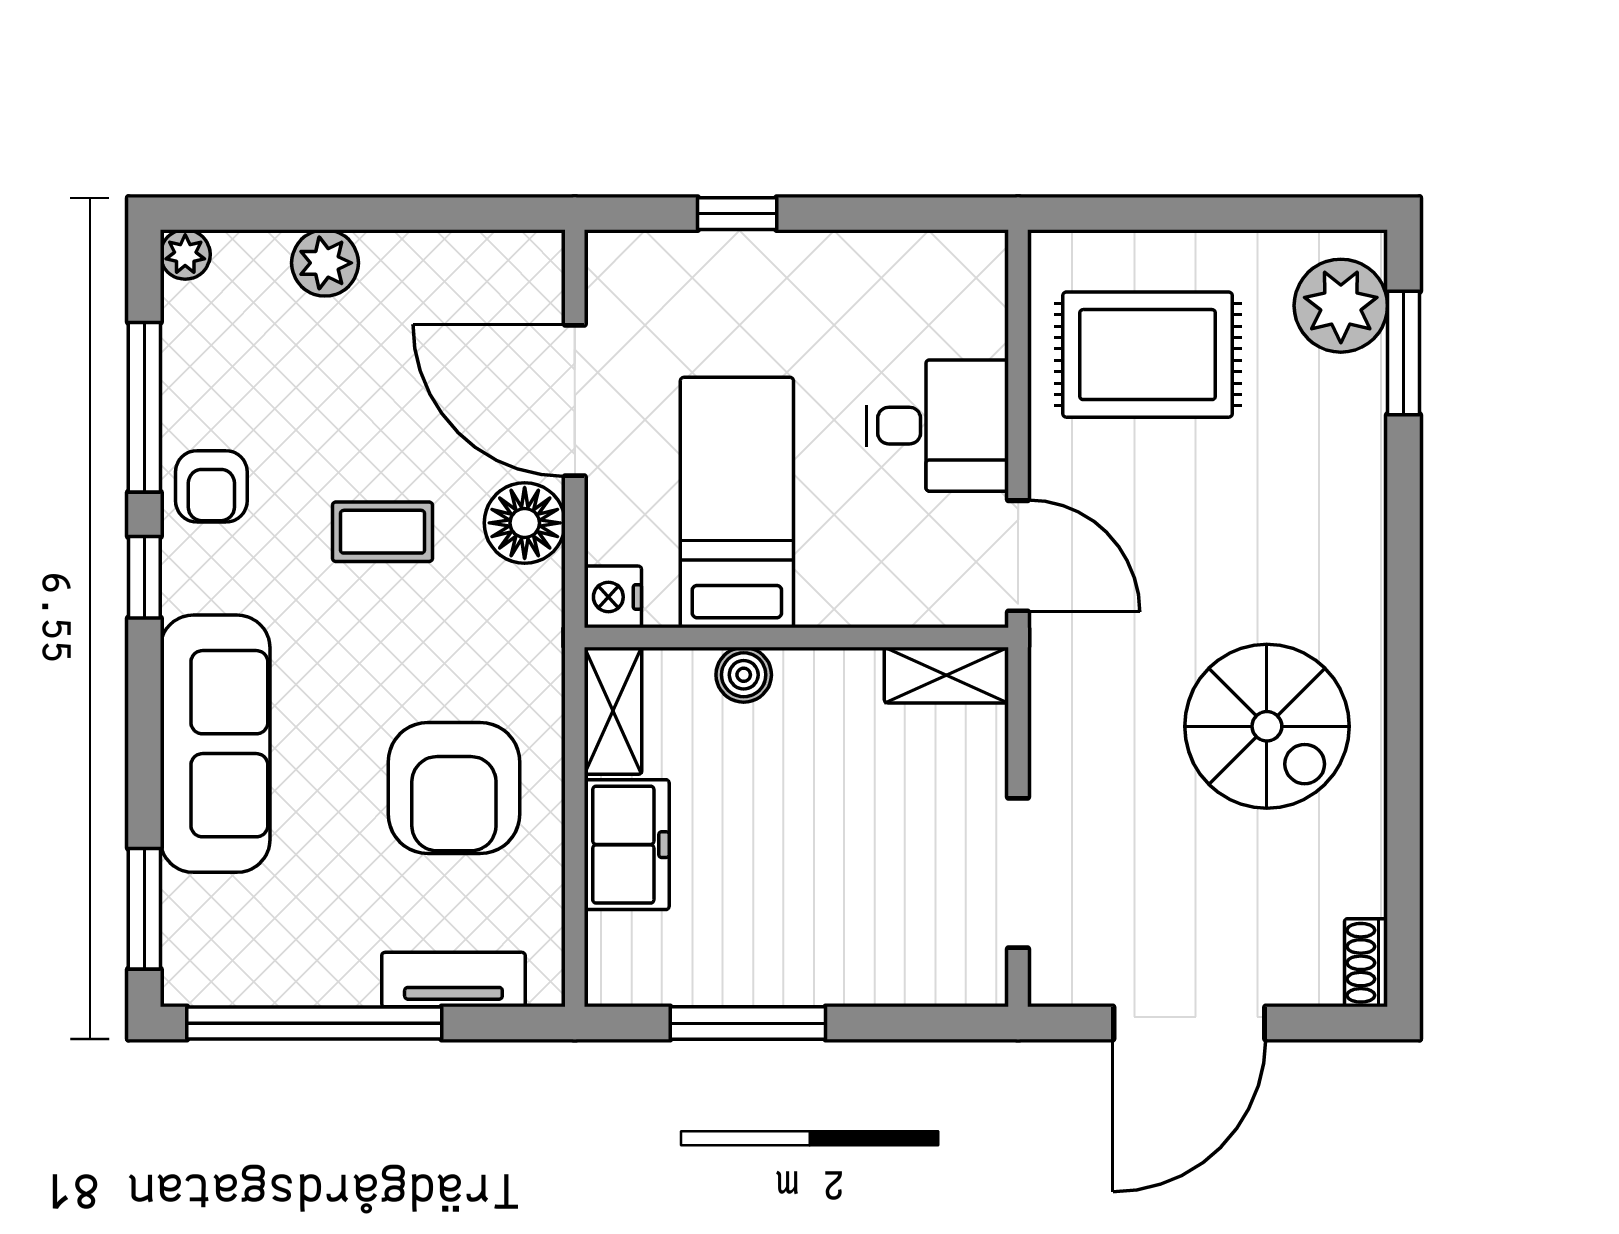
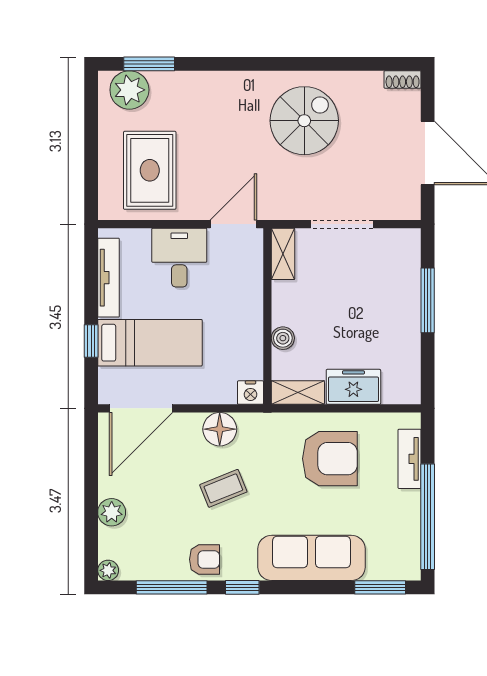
tv unit: (889, 255) -> (109, 278), added
door: (575, 401) -> (141, 408), moved
bed: (737, 503) -> (150, 343), moved, turned 180
coffee table: (382, 532) -> (223, 488), turned 68
doorway: (1018, 873) -> (342, 224), moved
window: (748, 1023) -> (428, 300), moved

